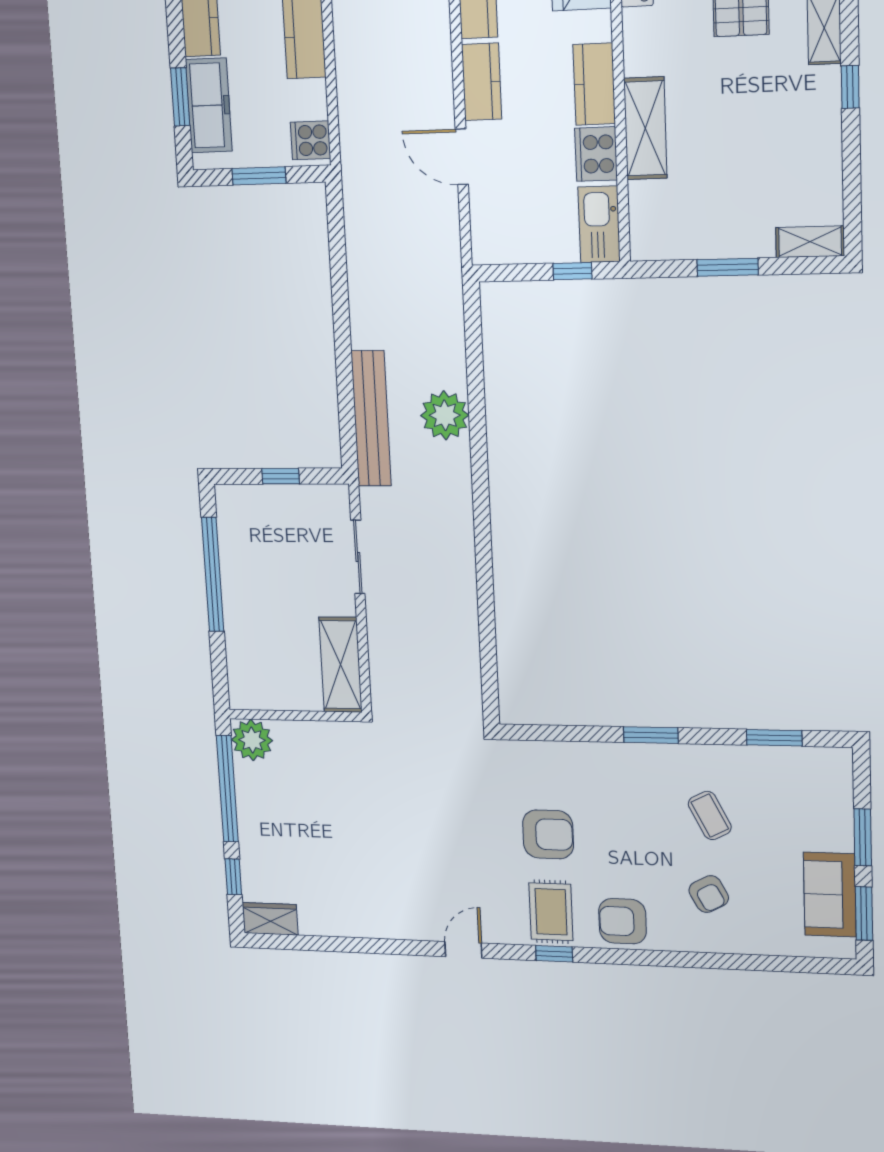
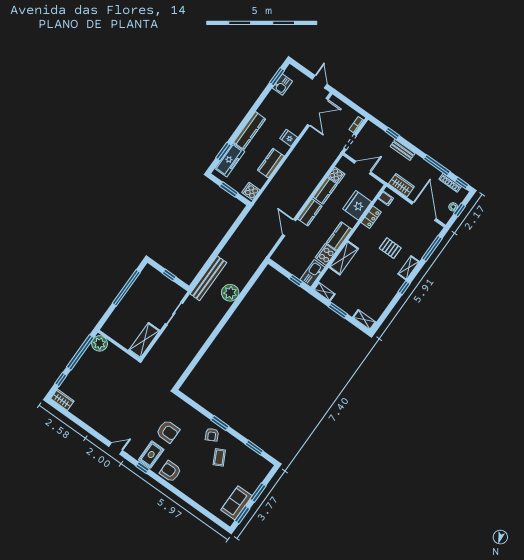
shelving: (660, 247) -> (324, 292), added
armchair: (709, 894) -> (212, 435), moved

